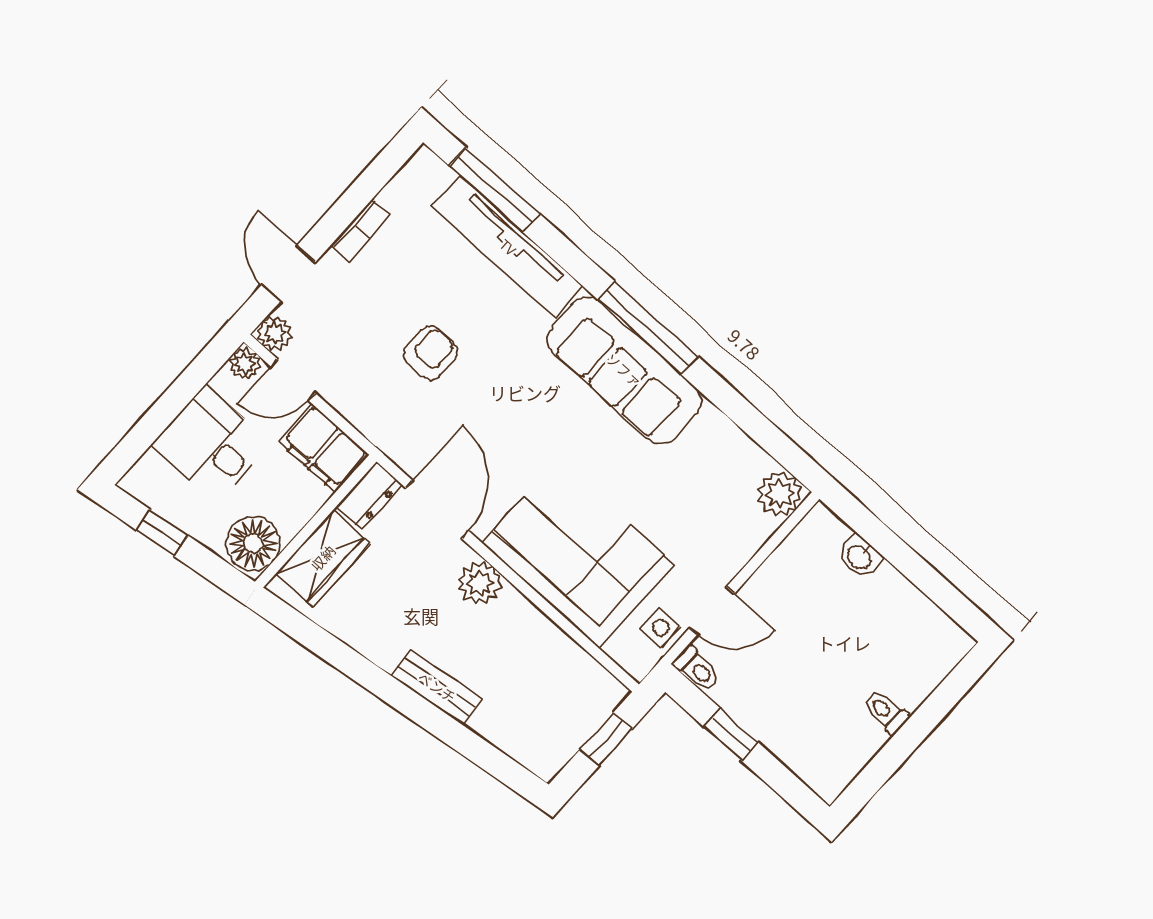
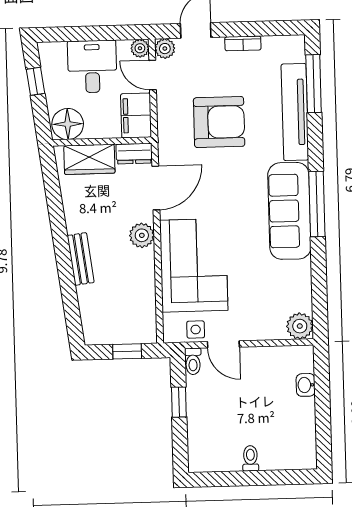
armchair: (430, 353) -> (219, 122), width x1.88, depth x1.88

